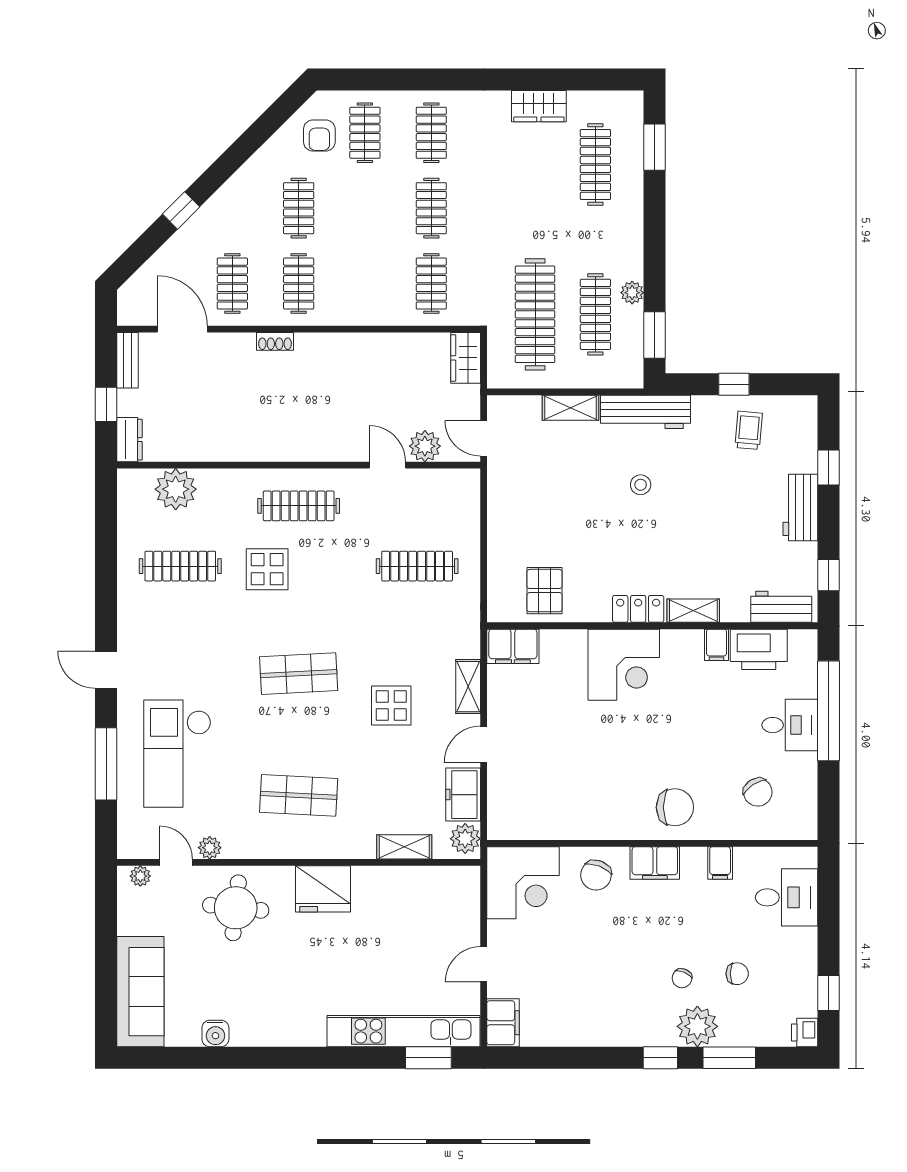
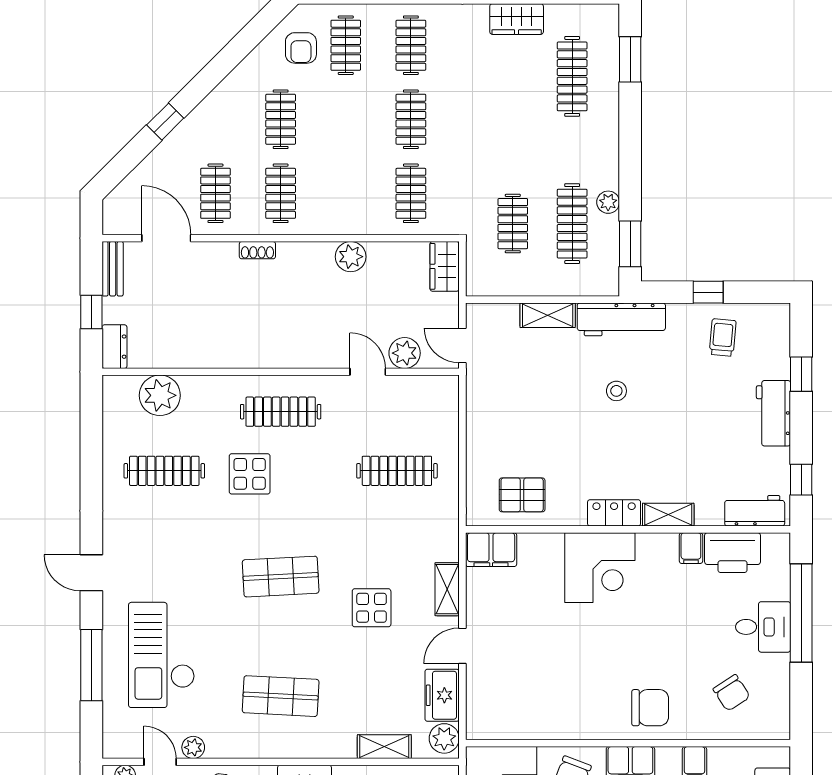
clothes rail: (535, 314) -> (513, 224), width x0.54, depth x0.76
plant: (370, 348) -> (351, 257), added
pallet: (544, 591) -> (522, 495), turned 90

